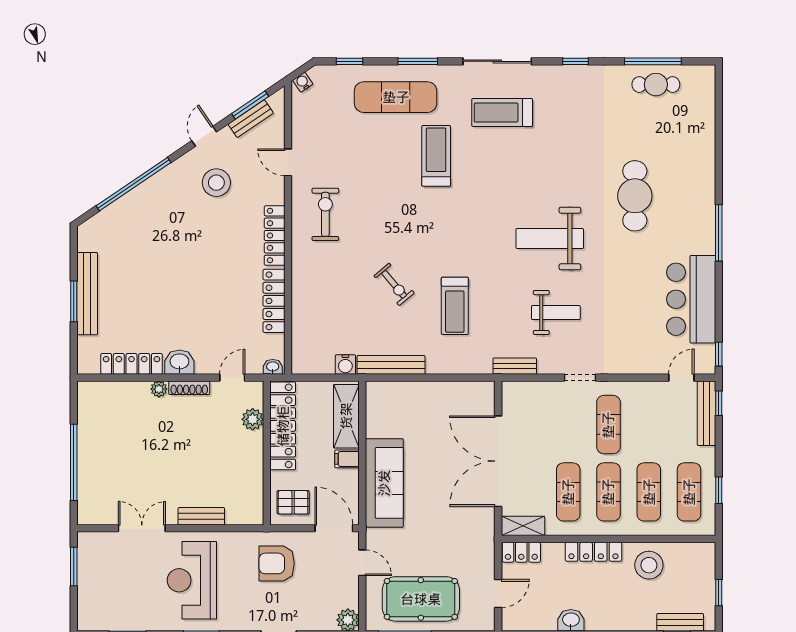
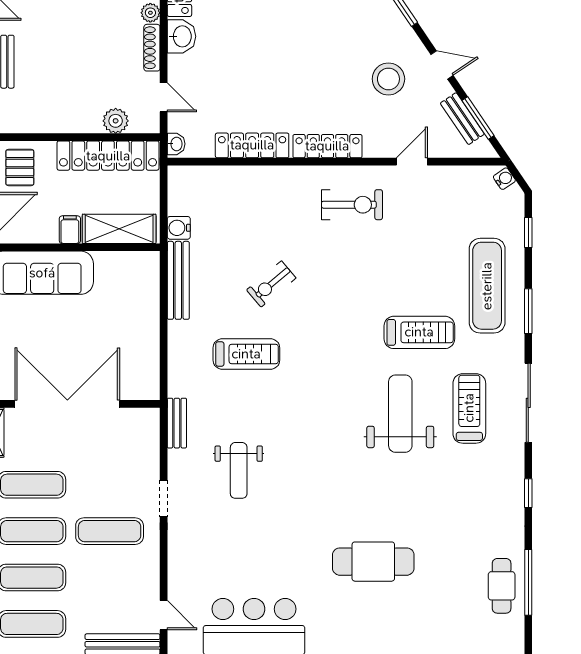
weight bench: (550, 239) -> (400, 414), moved
treadmill: (455, 306) -> (246, 354), turned 180

